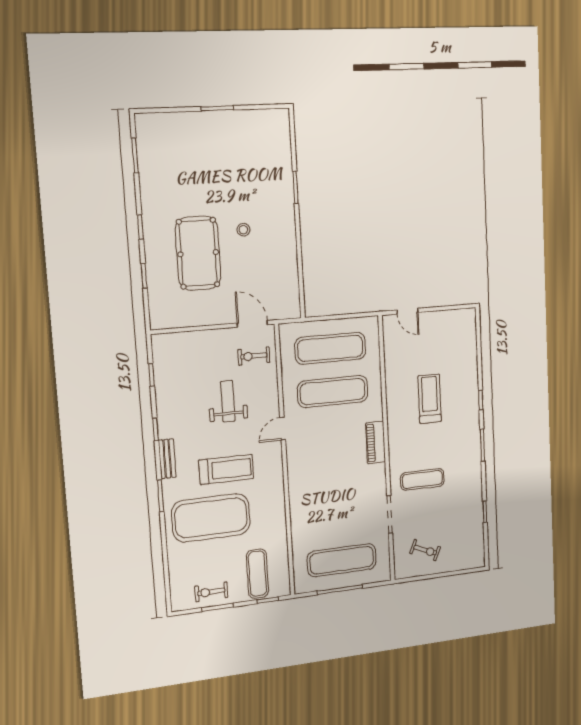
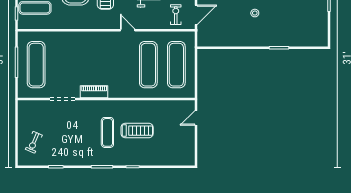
piano: (376, 443) -> (94, 92), moved
exercise mat: (422, 479) -> (107, 132), moved
exercise bike: (425, 550) -> (34, 142), moved

